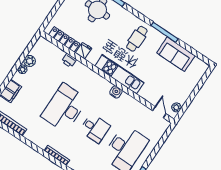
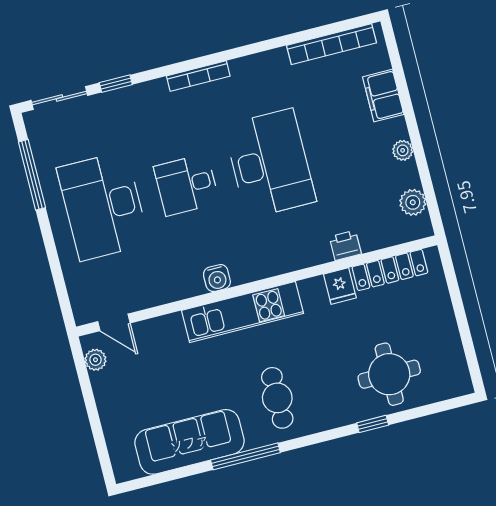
sofa: (176, 54) -> (189, 442), width x1.36
plant: (30, 61) -> (413, 202), moved

